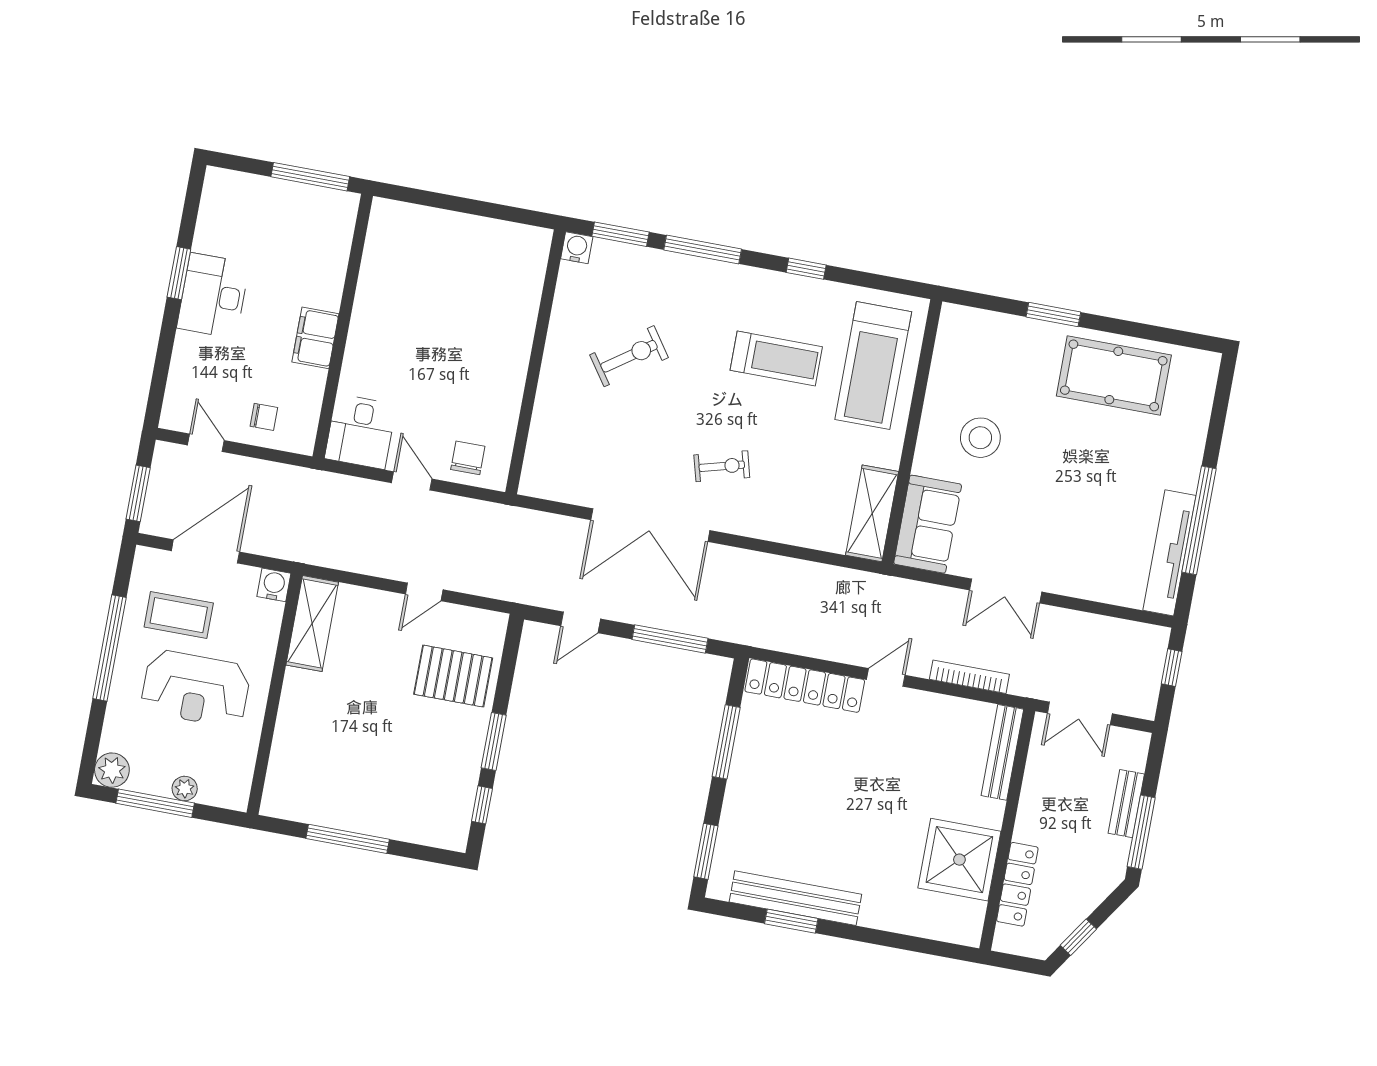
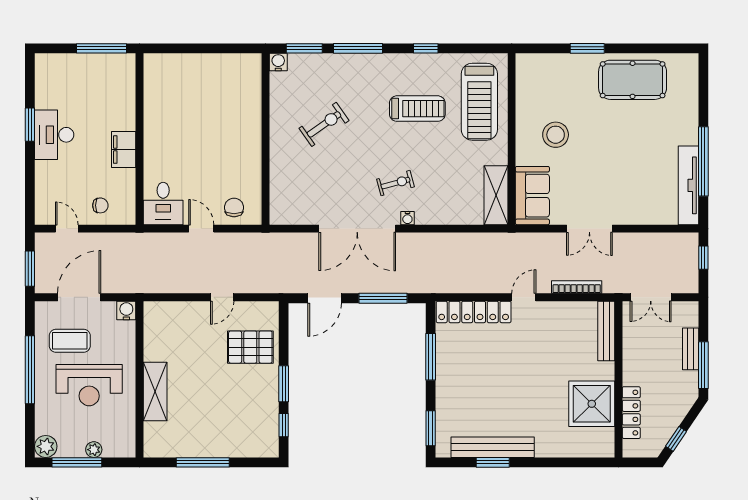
water cooler: (730, 523) -> (407, 218), added
door: (581, 622) -> (325, 298), width x1.38
shelving: (312, 624) -> (155, 391), moved

